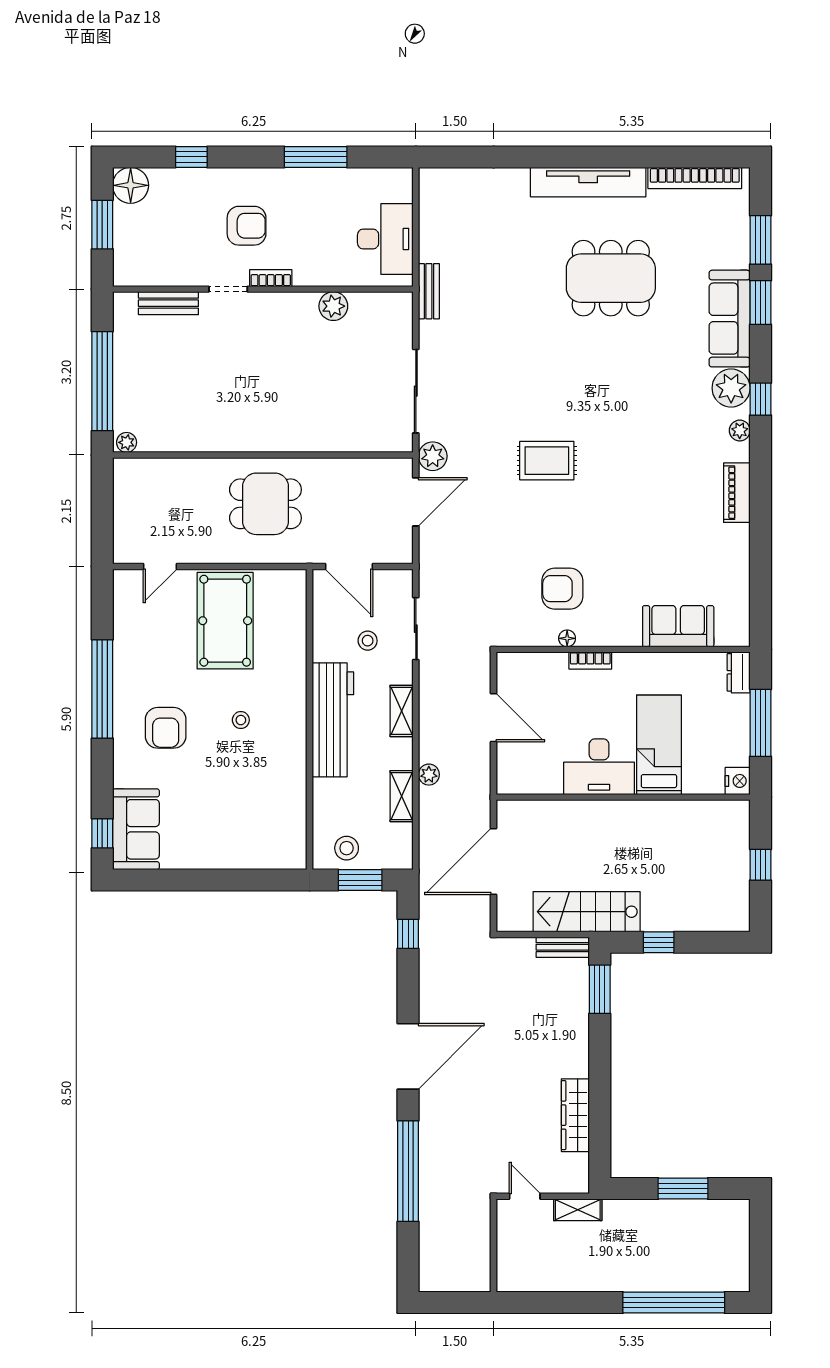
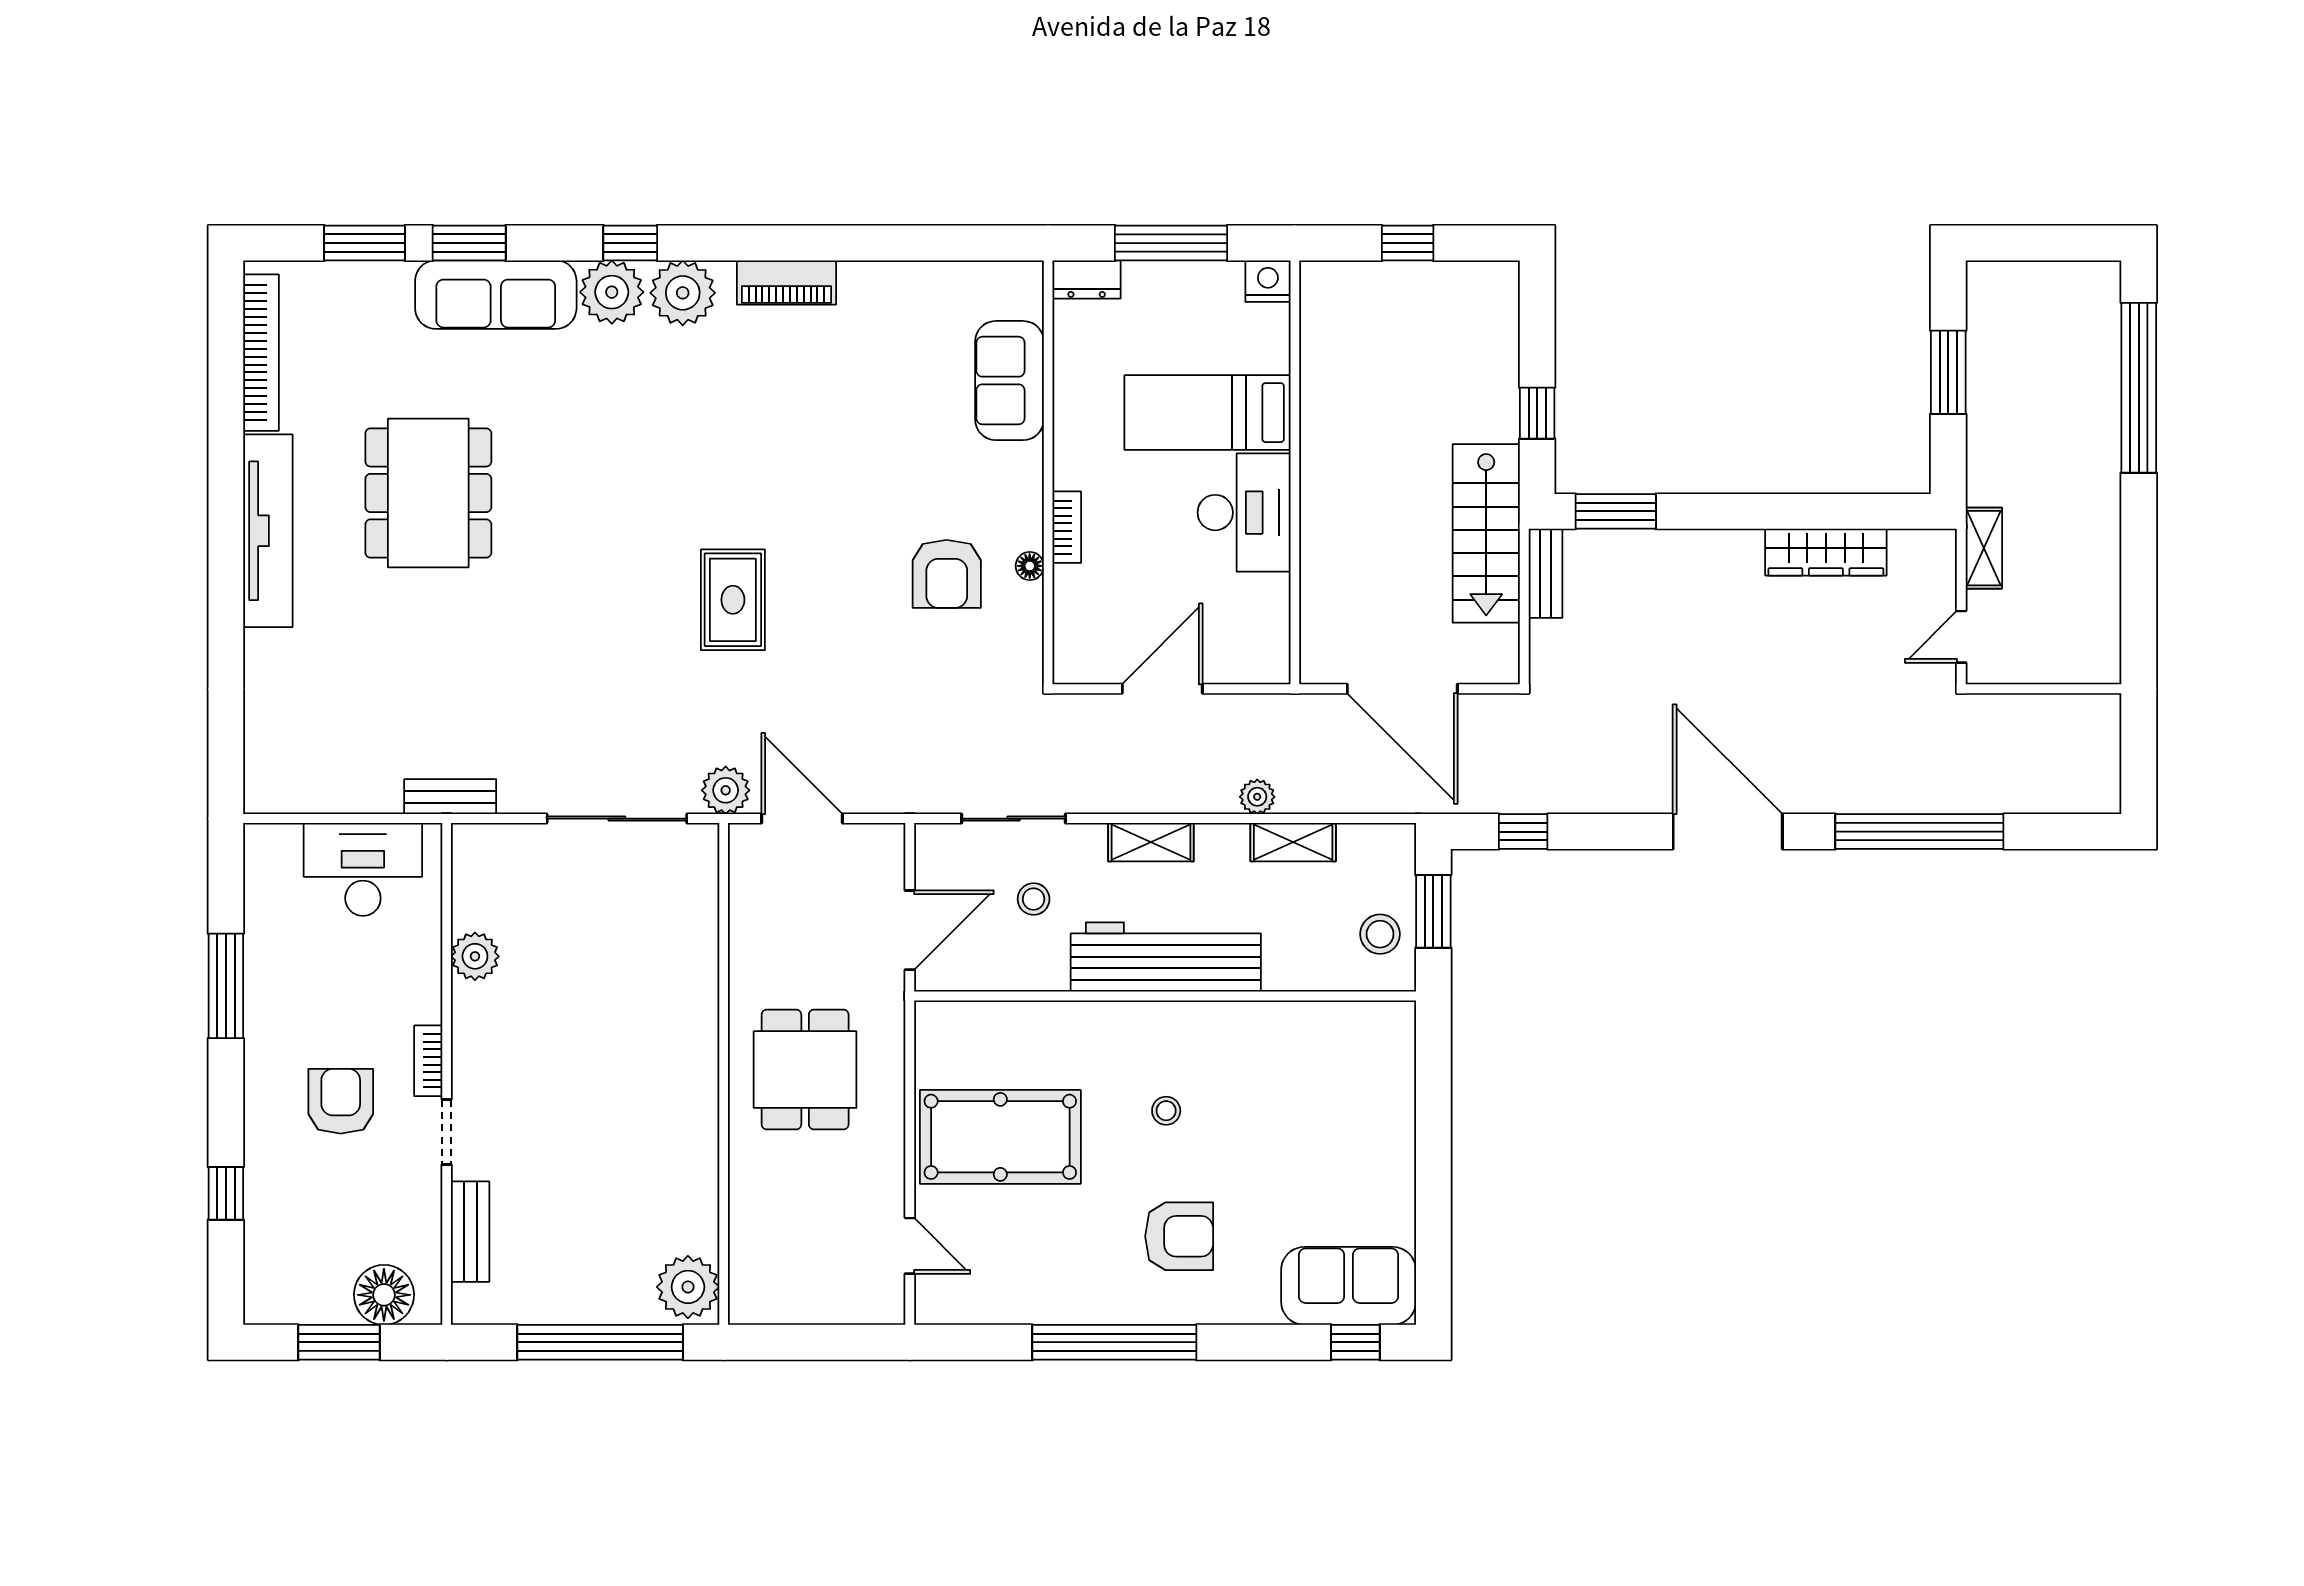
floor lamp: (131, 185) -> (384, 1295), moved
plant: (740, 431) -> (683, 293), width x1.88, depth x1.88
plant: (127, 442) -> (688, 1287), width x1.88, depth x1.88

